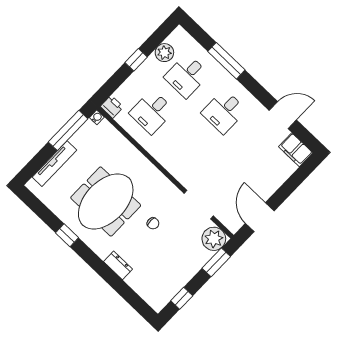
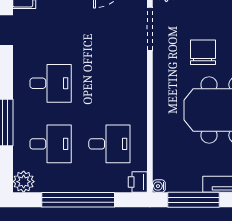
plant: (164, 53) -> (24, 182), moved
window: (136, 60) -> (78, 200), width x3.17
chair: (153, 223) -> (203, 52), width x1.87, depth x1.87

